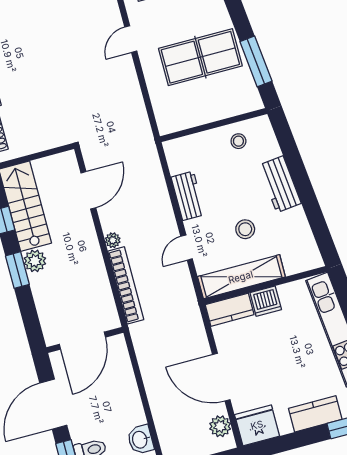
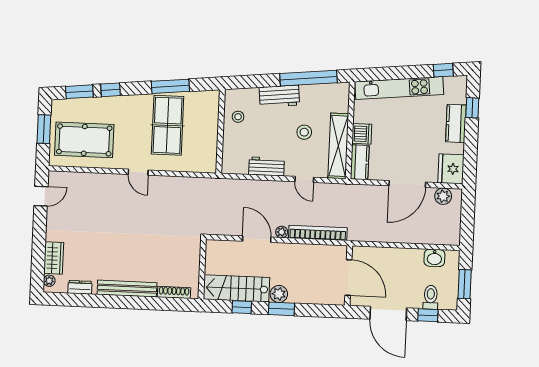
window: (256, 61) -> (170, 86), moved
door: (88, 190) -> (257, 239), moved
window: (314, 213) -> (308, 78), added

